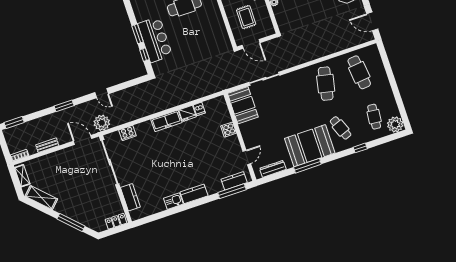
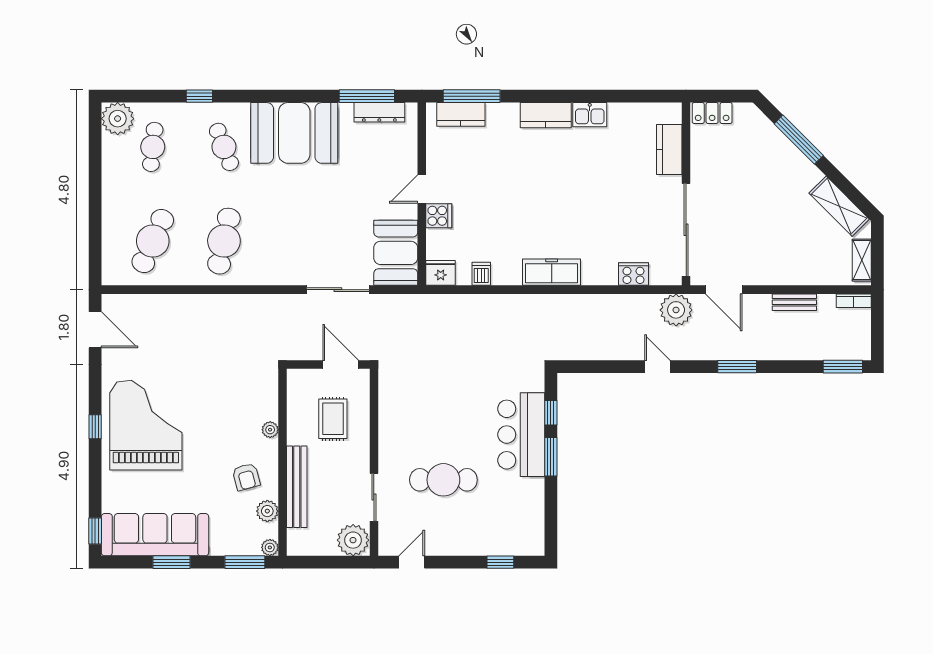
cafe table: (359, 72) -> (153, 241), turned 30
fridge: (188, 113) -> (441, 273), moved
door: (247, 157) -> (422, 189), moved
window: (307, 166) -> (367, 96), moved

